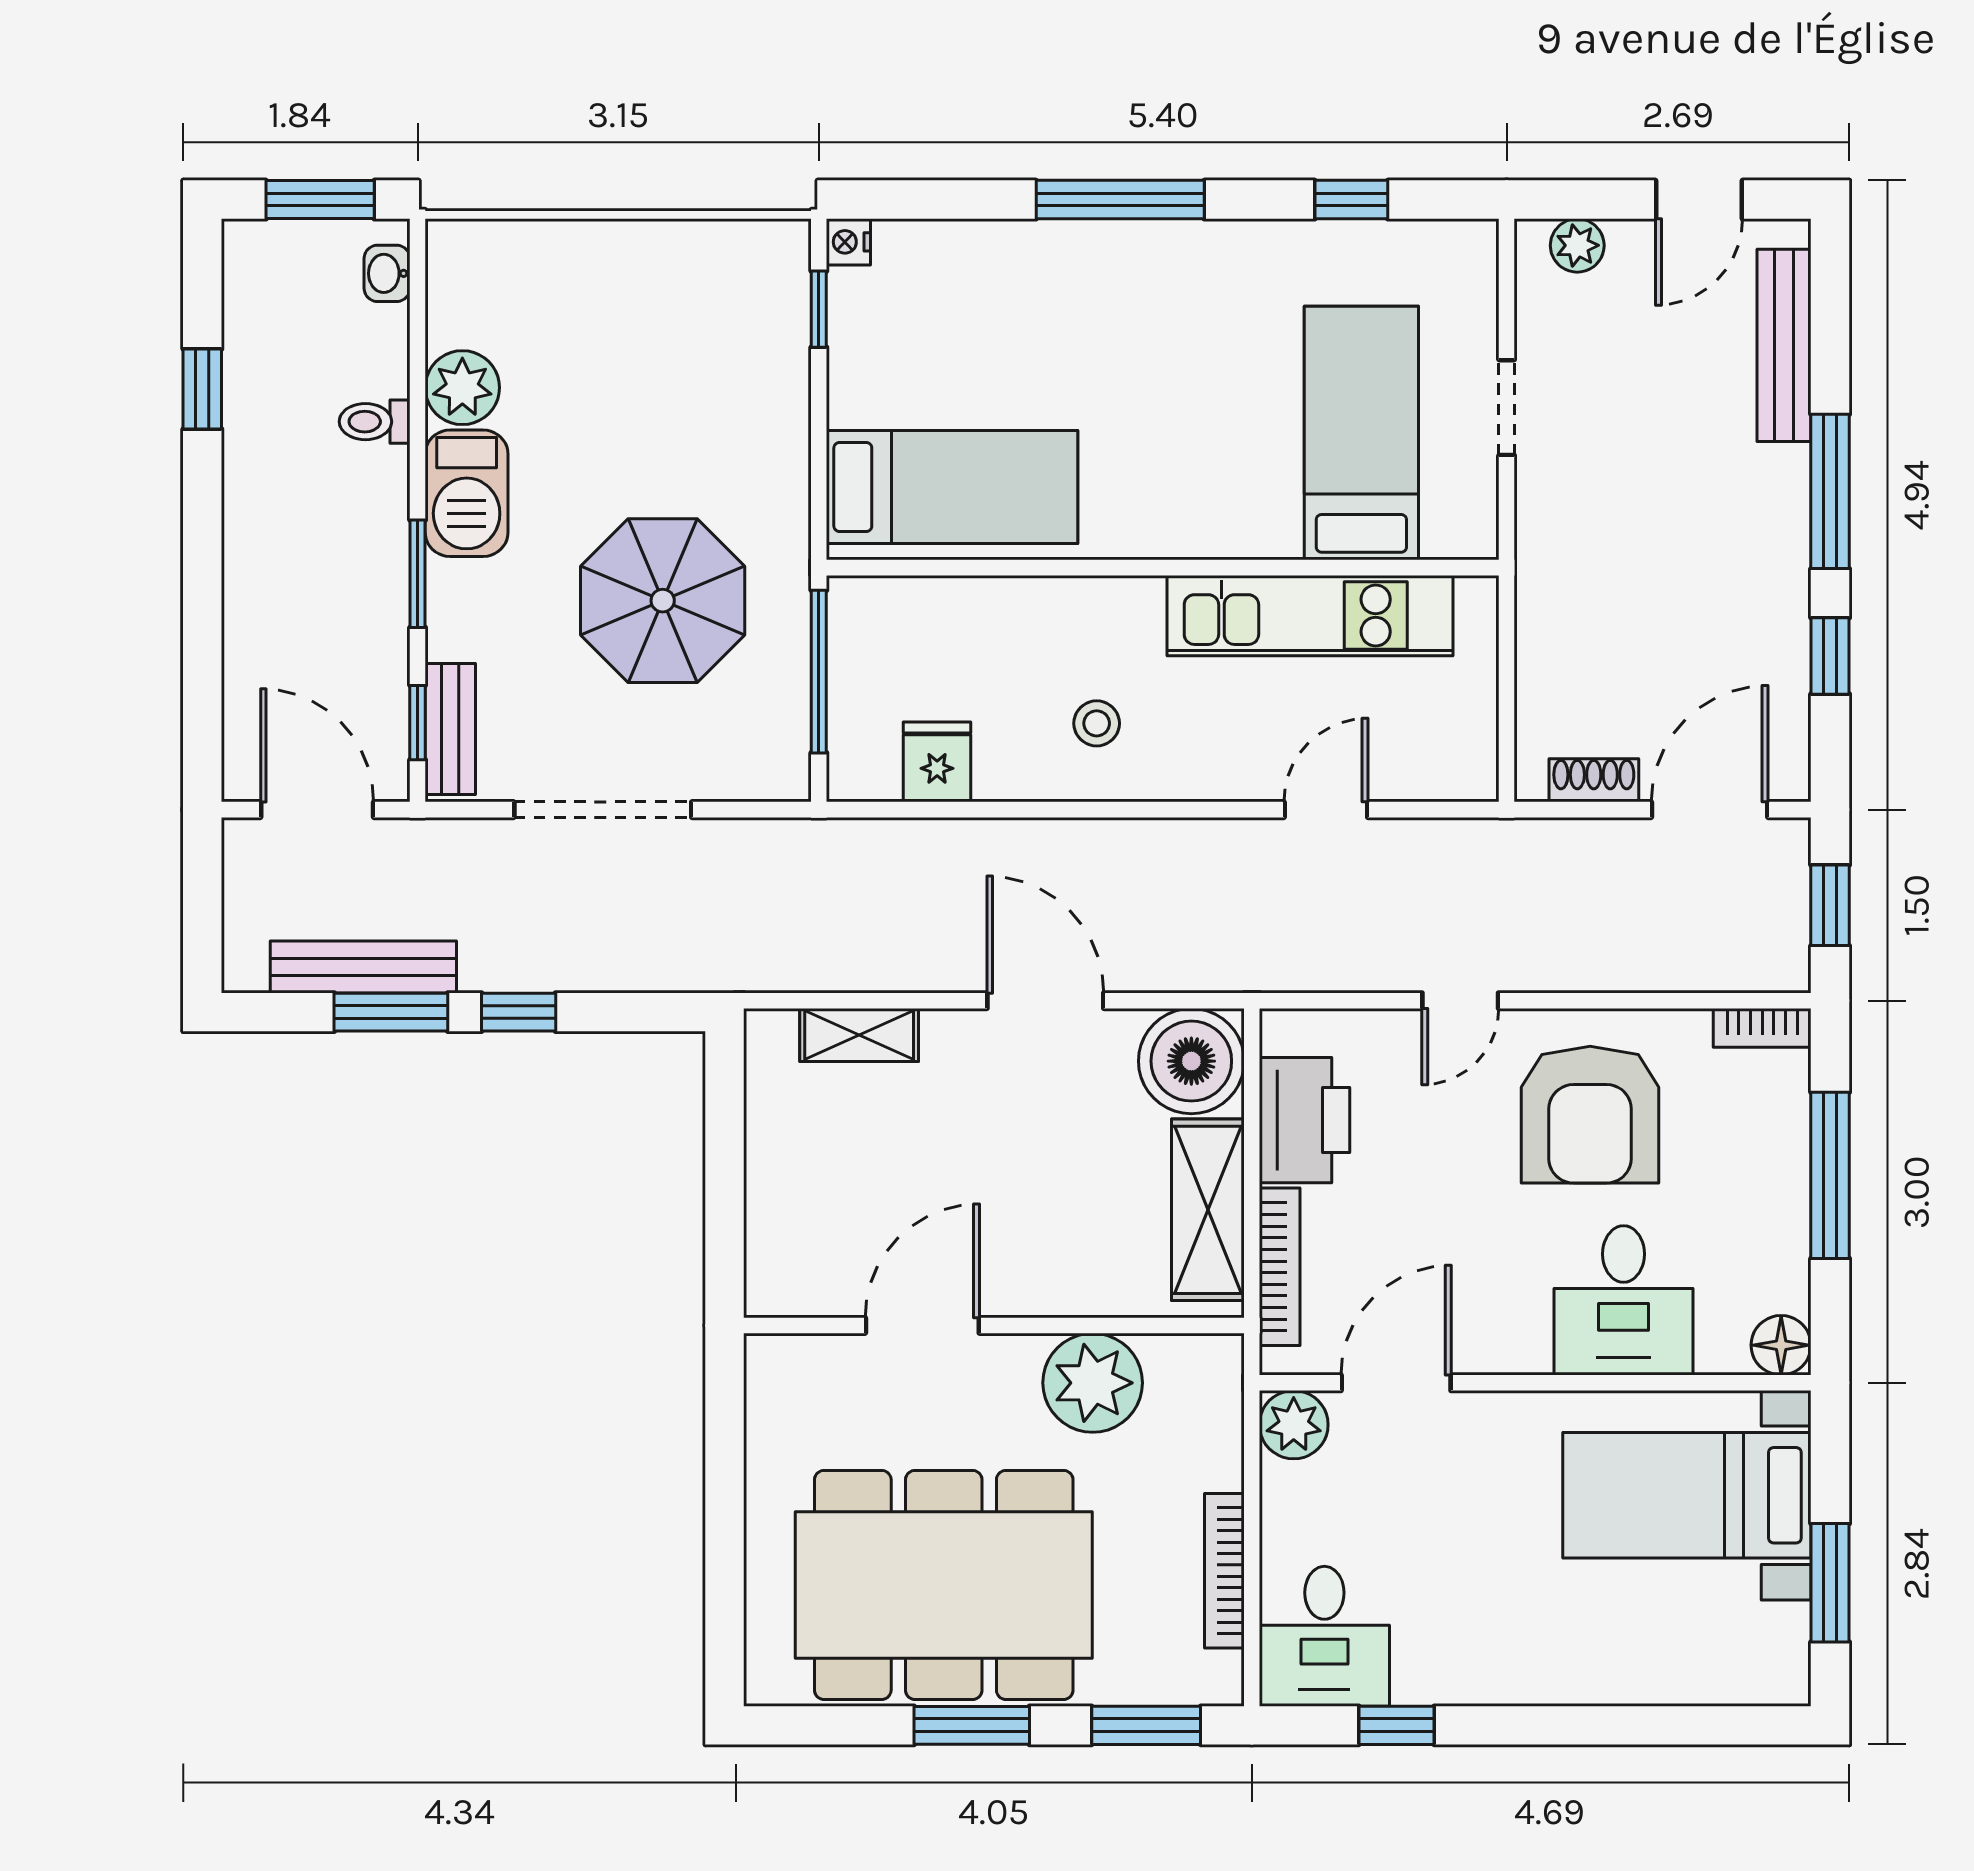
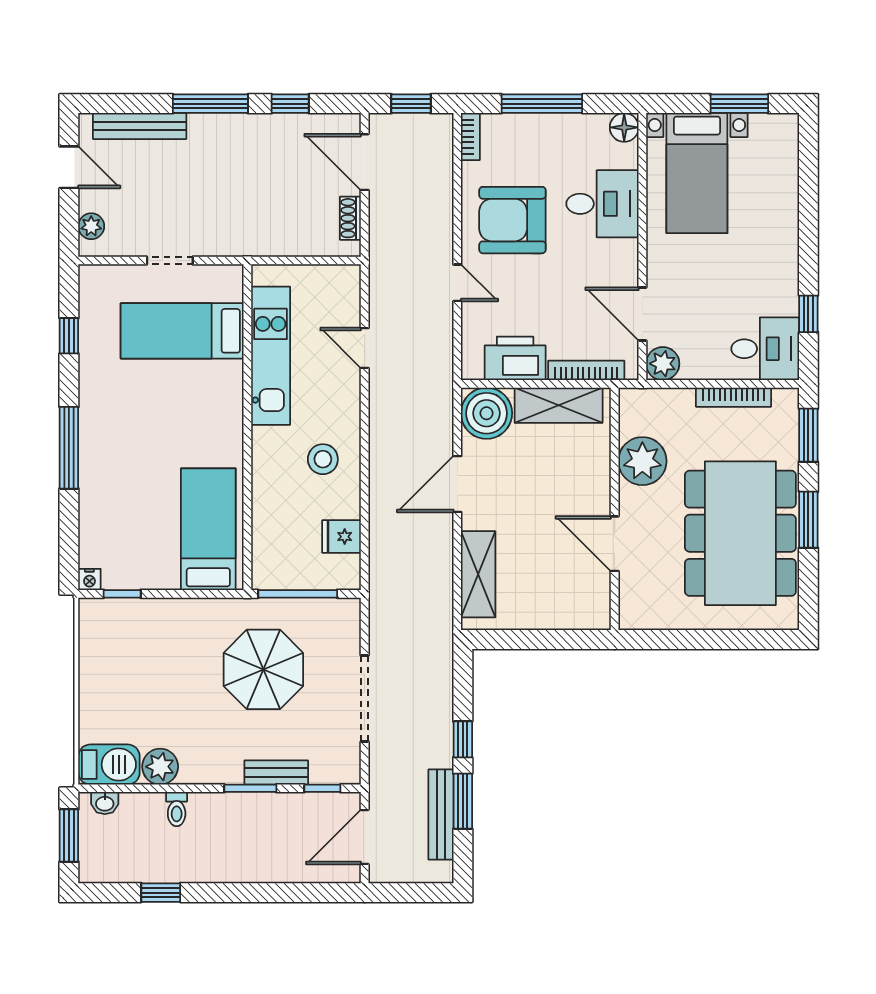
barbecue: (467, 493) -> (109, 765), moved
stool: (1097, 723) -> (323, 459), width x1.37, depth x1.37
bench: (450, 729) -> (276, 772), moved
shelving: (859, 1035) -> (478, 574), width x1.50, depth x1.33
armchair: (1590, 1115) -> (512, 220), turned 180

